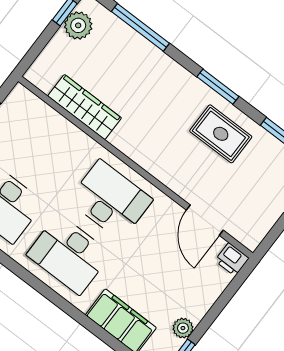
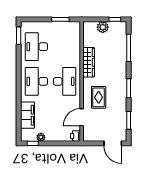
plant: (78, 25) -> (103, 27), moved
wardrobe: (85, 107) -> (89, 62), moved
rug: (221, 134) -> (99, 97), moved

